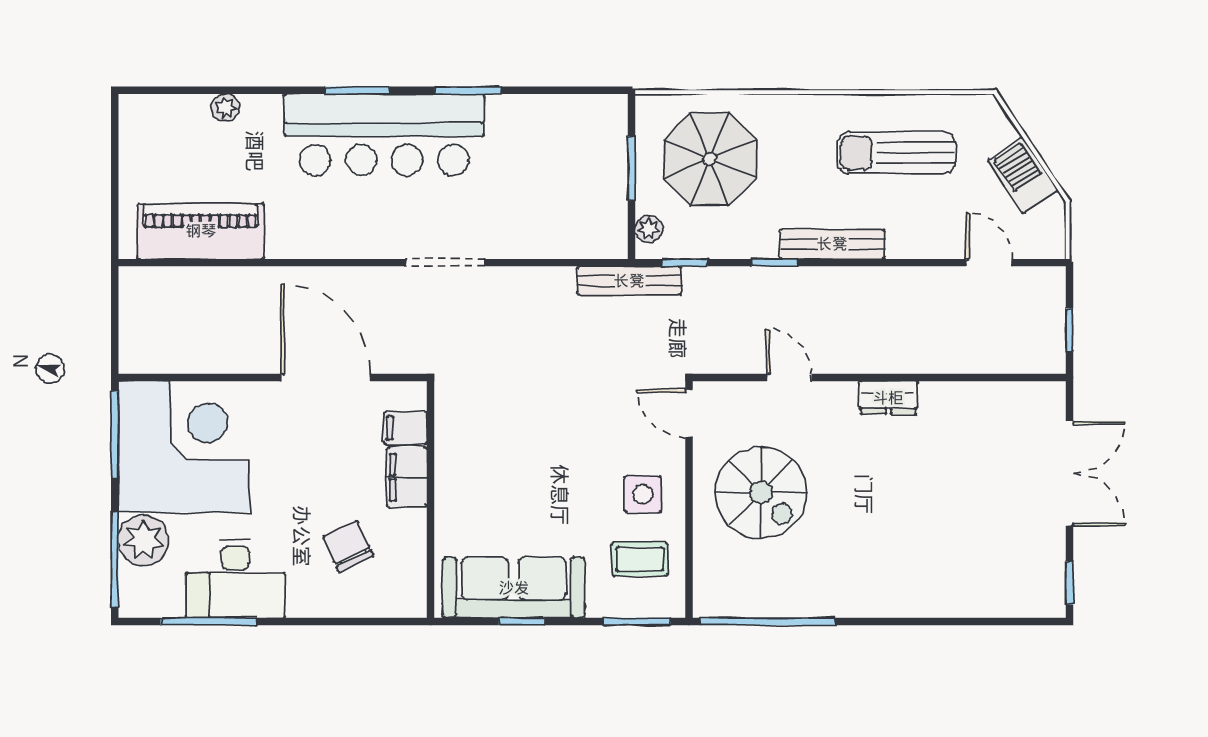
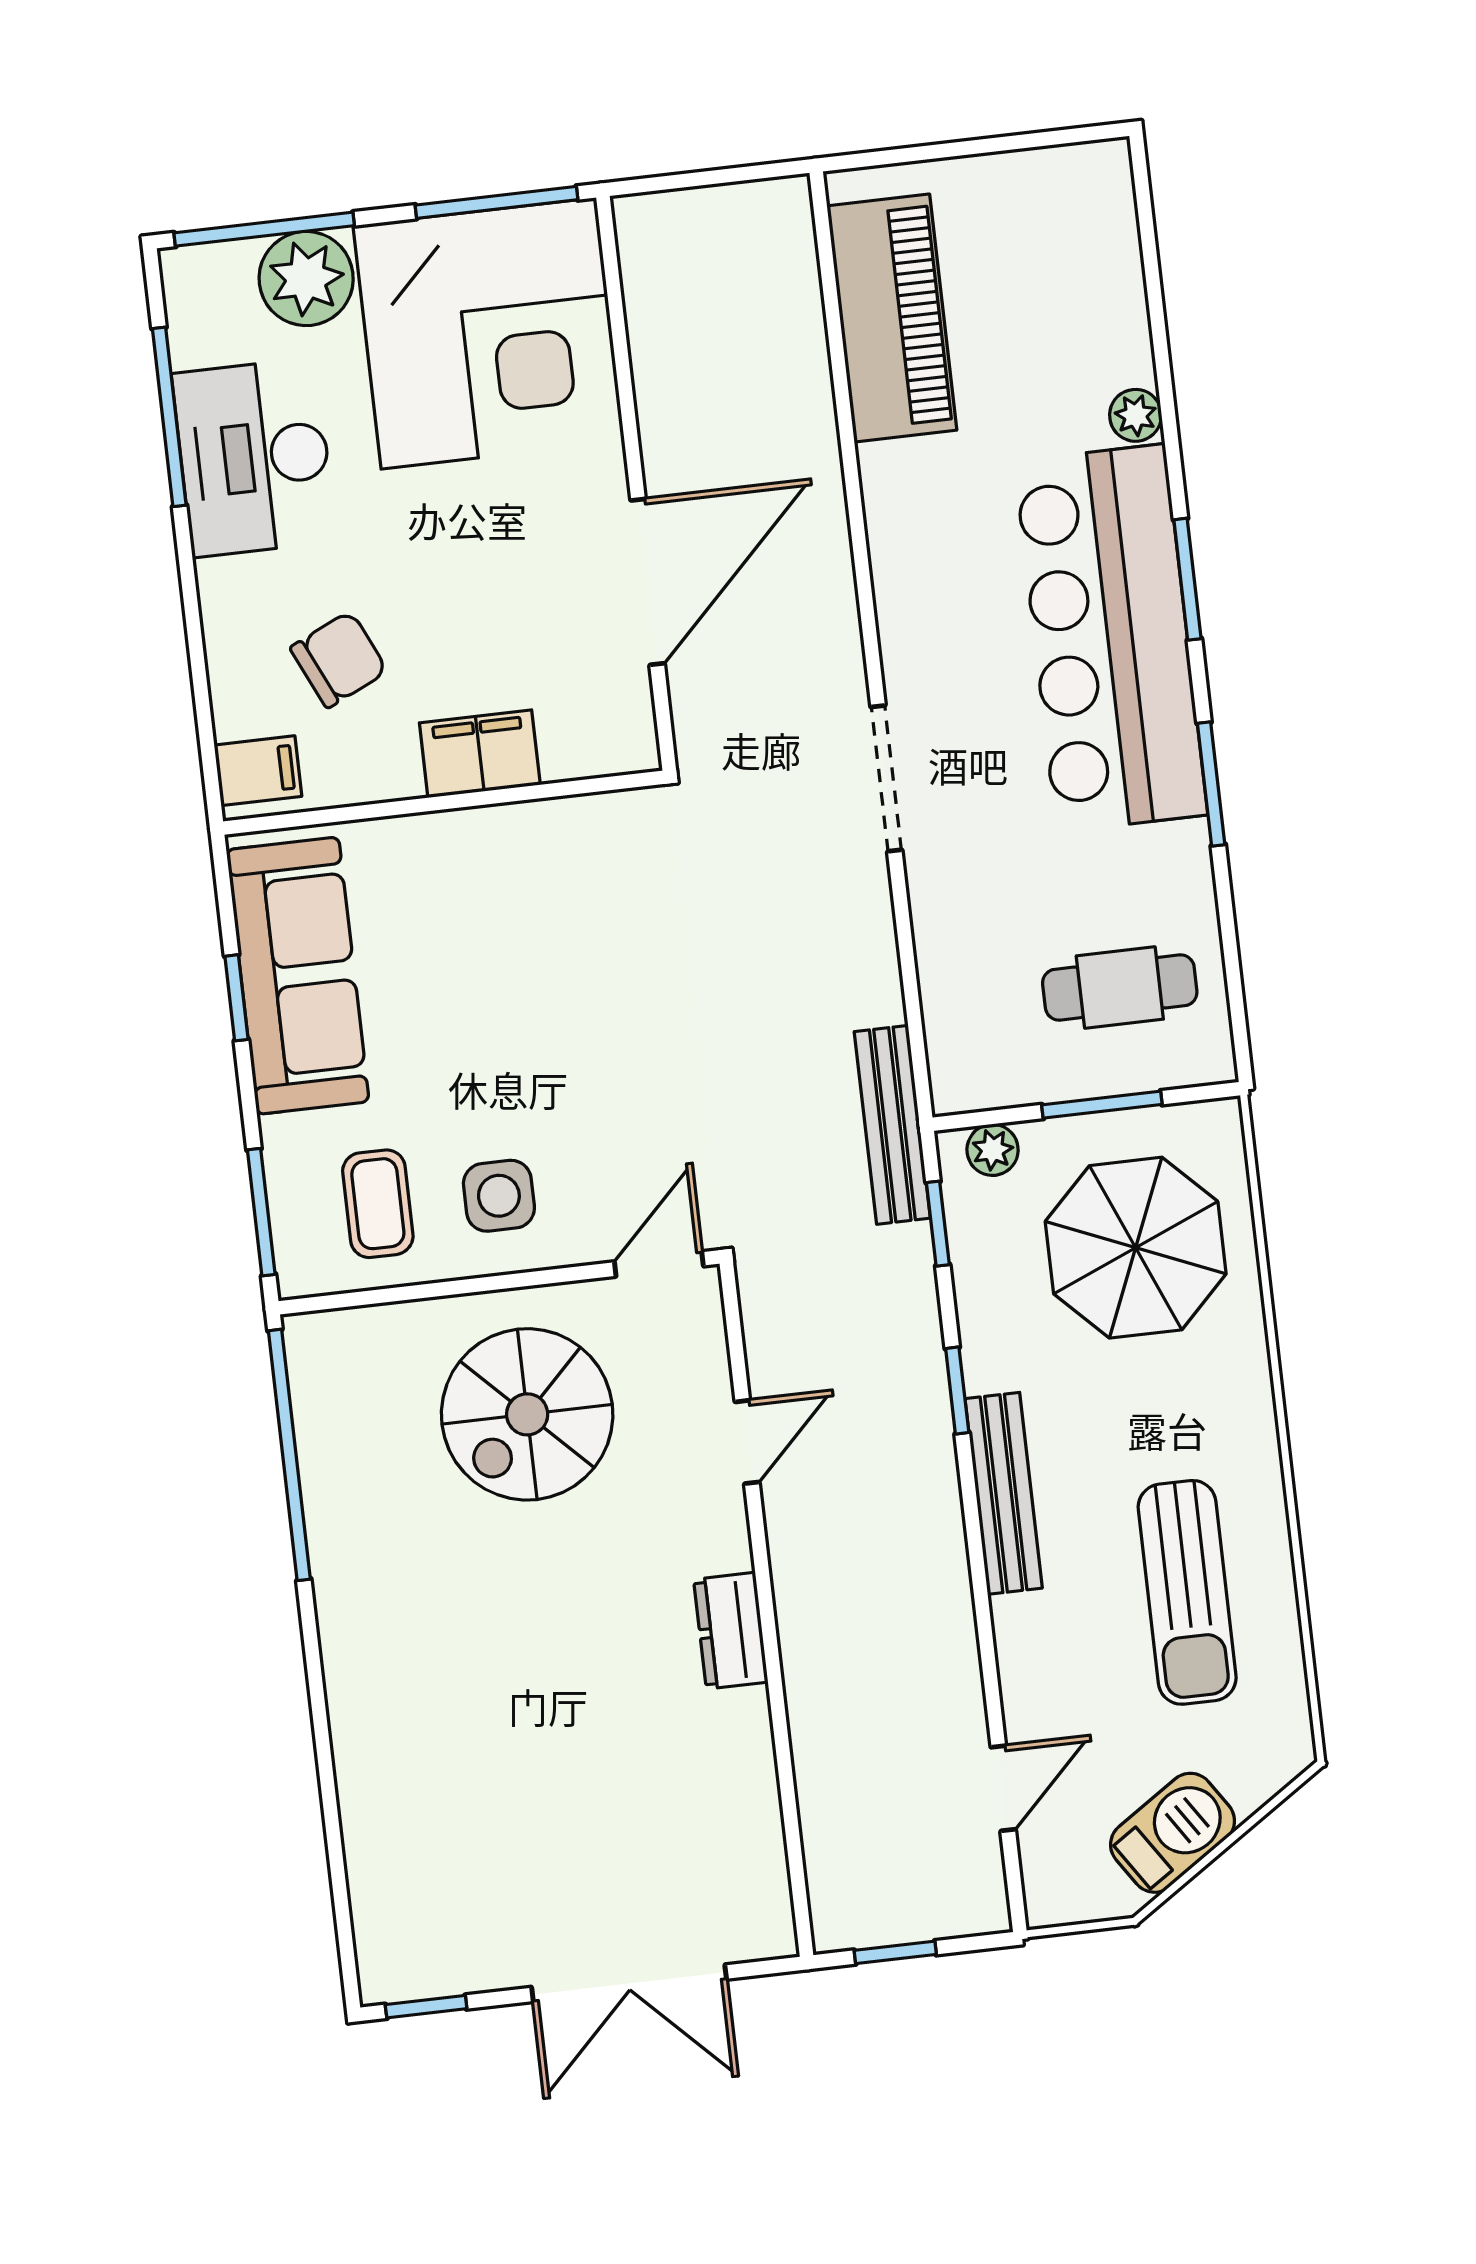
plant: (225, 108) -> (1136, 415), moved
cafe table: (570, 151) -> (1120, 988), added
sun lounger: (896, 153) -> (1187, 1592), turned 180
filing cabinet: (405, 428) -> (258, 771), moved, turned 90

